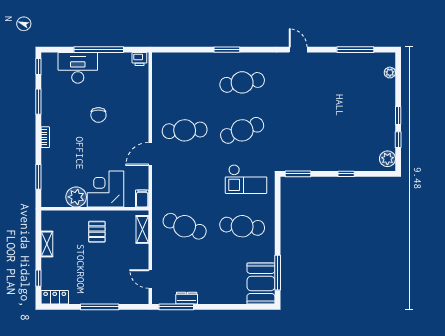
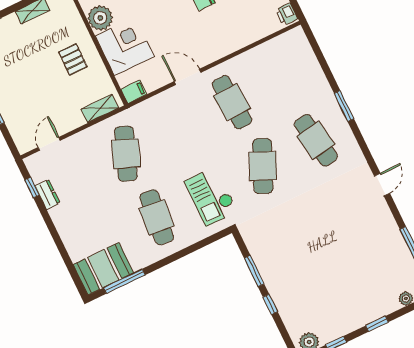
window: (398, 116) -> (377, 324), moved
cafe table: (242, 130) -> (263, 166), turned 45
window: (298, 174) -> (254, 271), moved
pallet: (97, 232) -> (73, 59), turned 90
window: (176, 307) -> (32, 187), width x0.46

